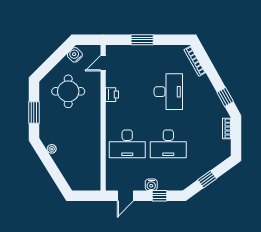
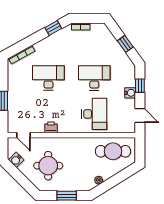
desk: (168, 144) -> (94, 78), turned -90
cafe table: (85, 165) -> (113, 151), added

